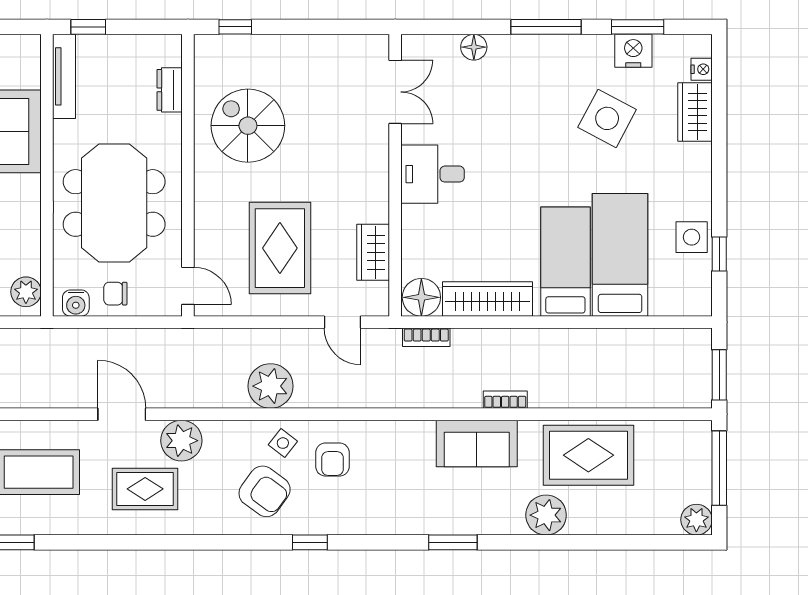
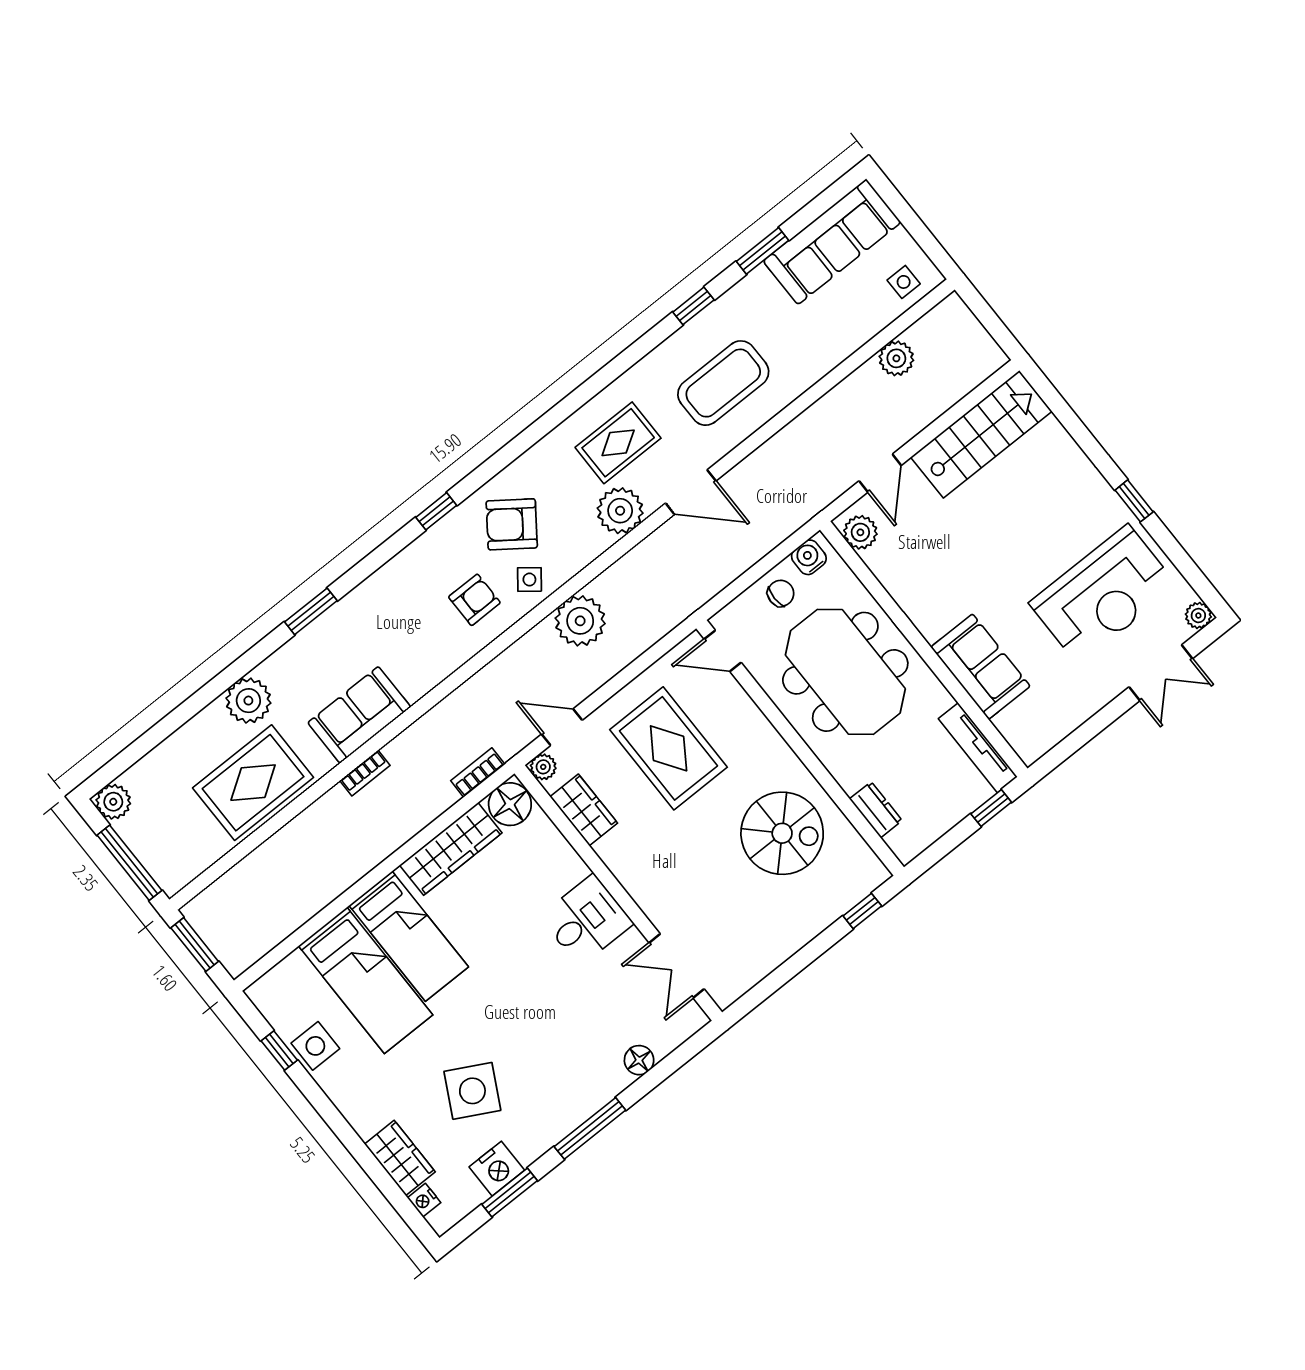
plant: (377, 305) -> (543, 767), added
armchair: (332, 460) -> (474, 600), turned 90

